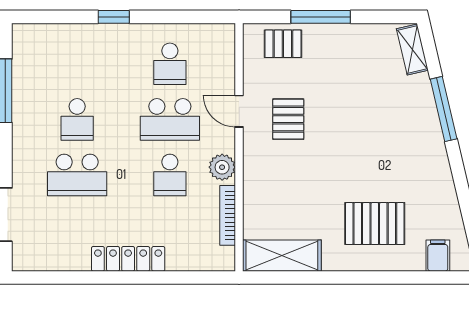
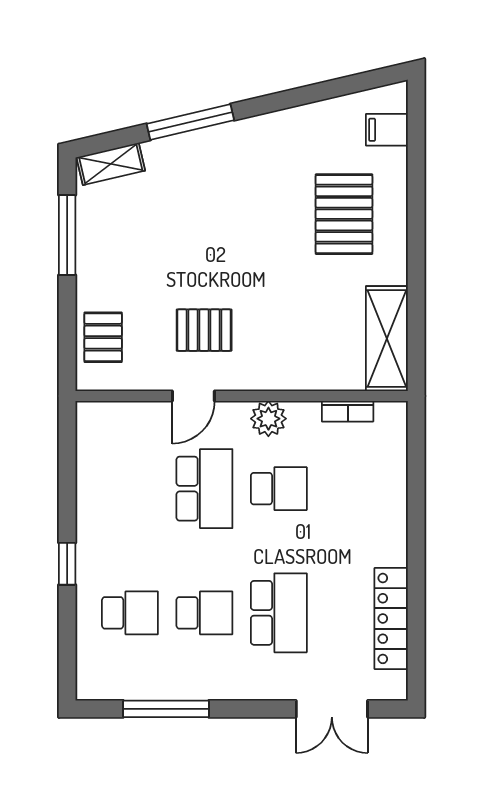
window: (321, 17) -> (67, 235), moved
school desk: (170, 64) -> (130, 613), moved
bookcase: (228, 215) -> (348, 411), width x0.64
locker: (128, 259) -> (391, 618), moved

